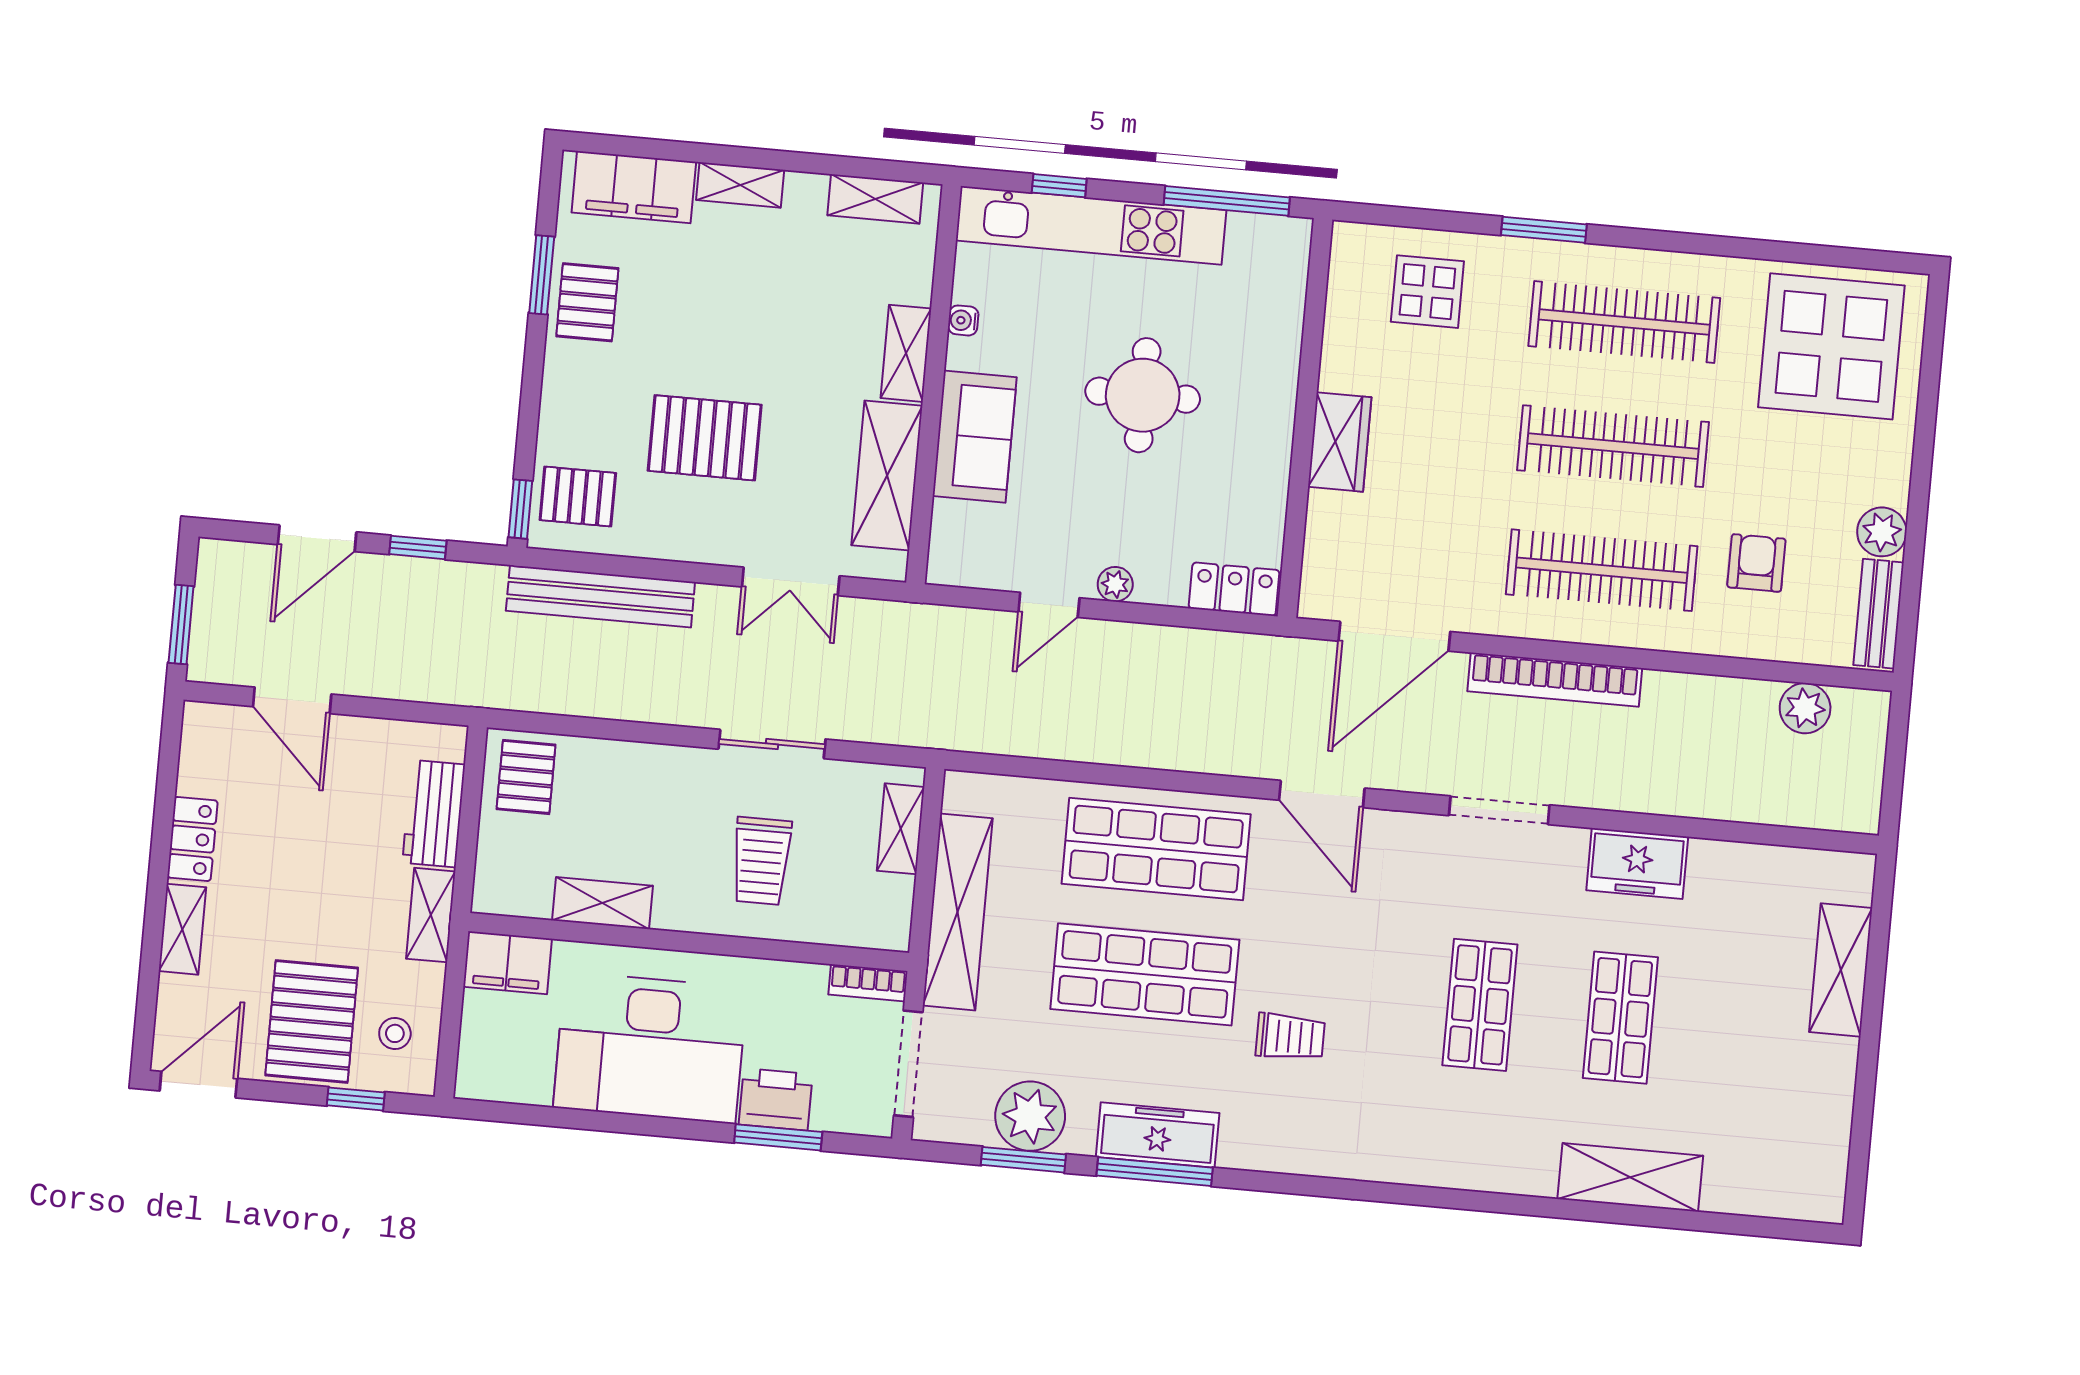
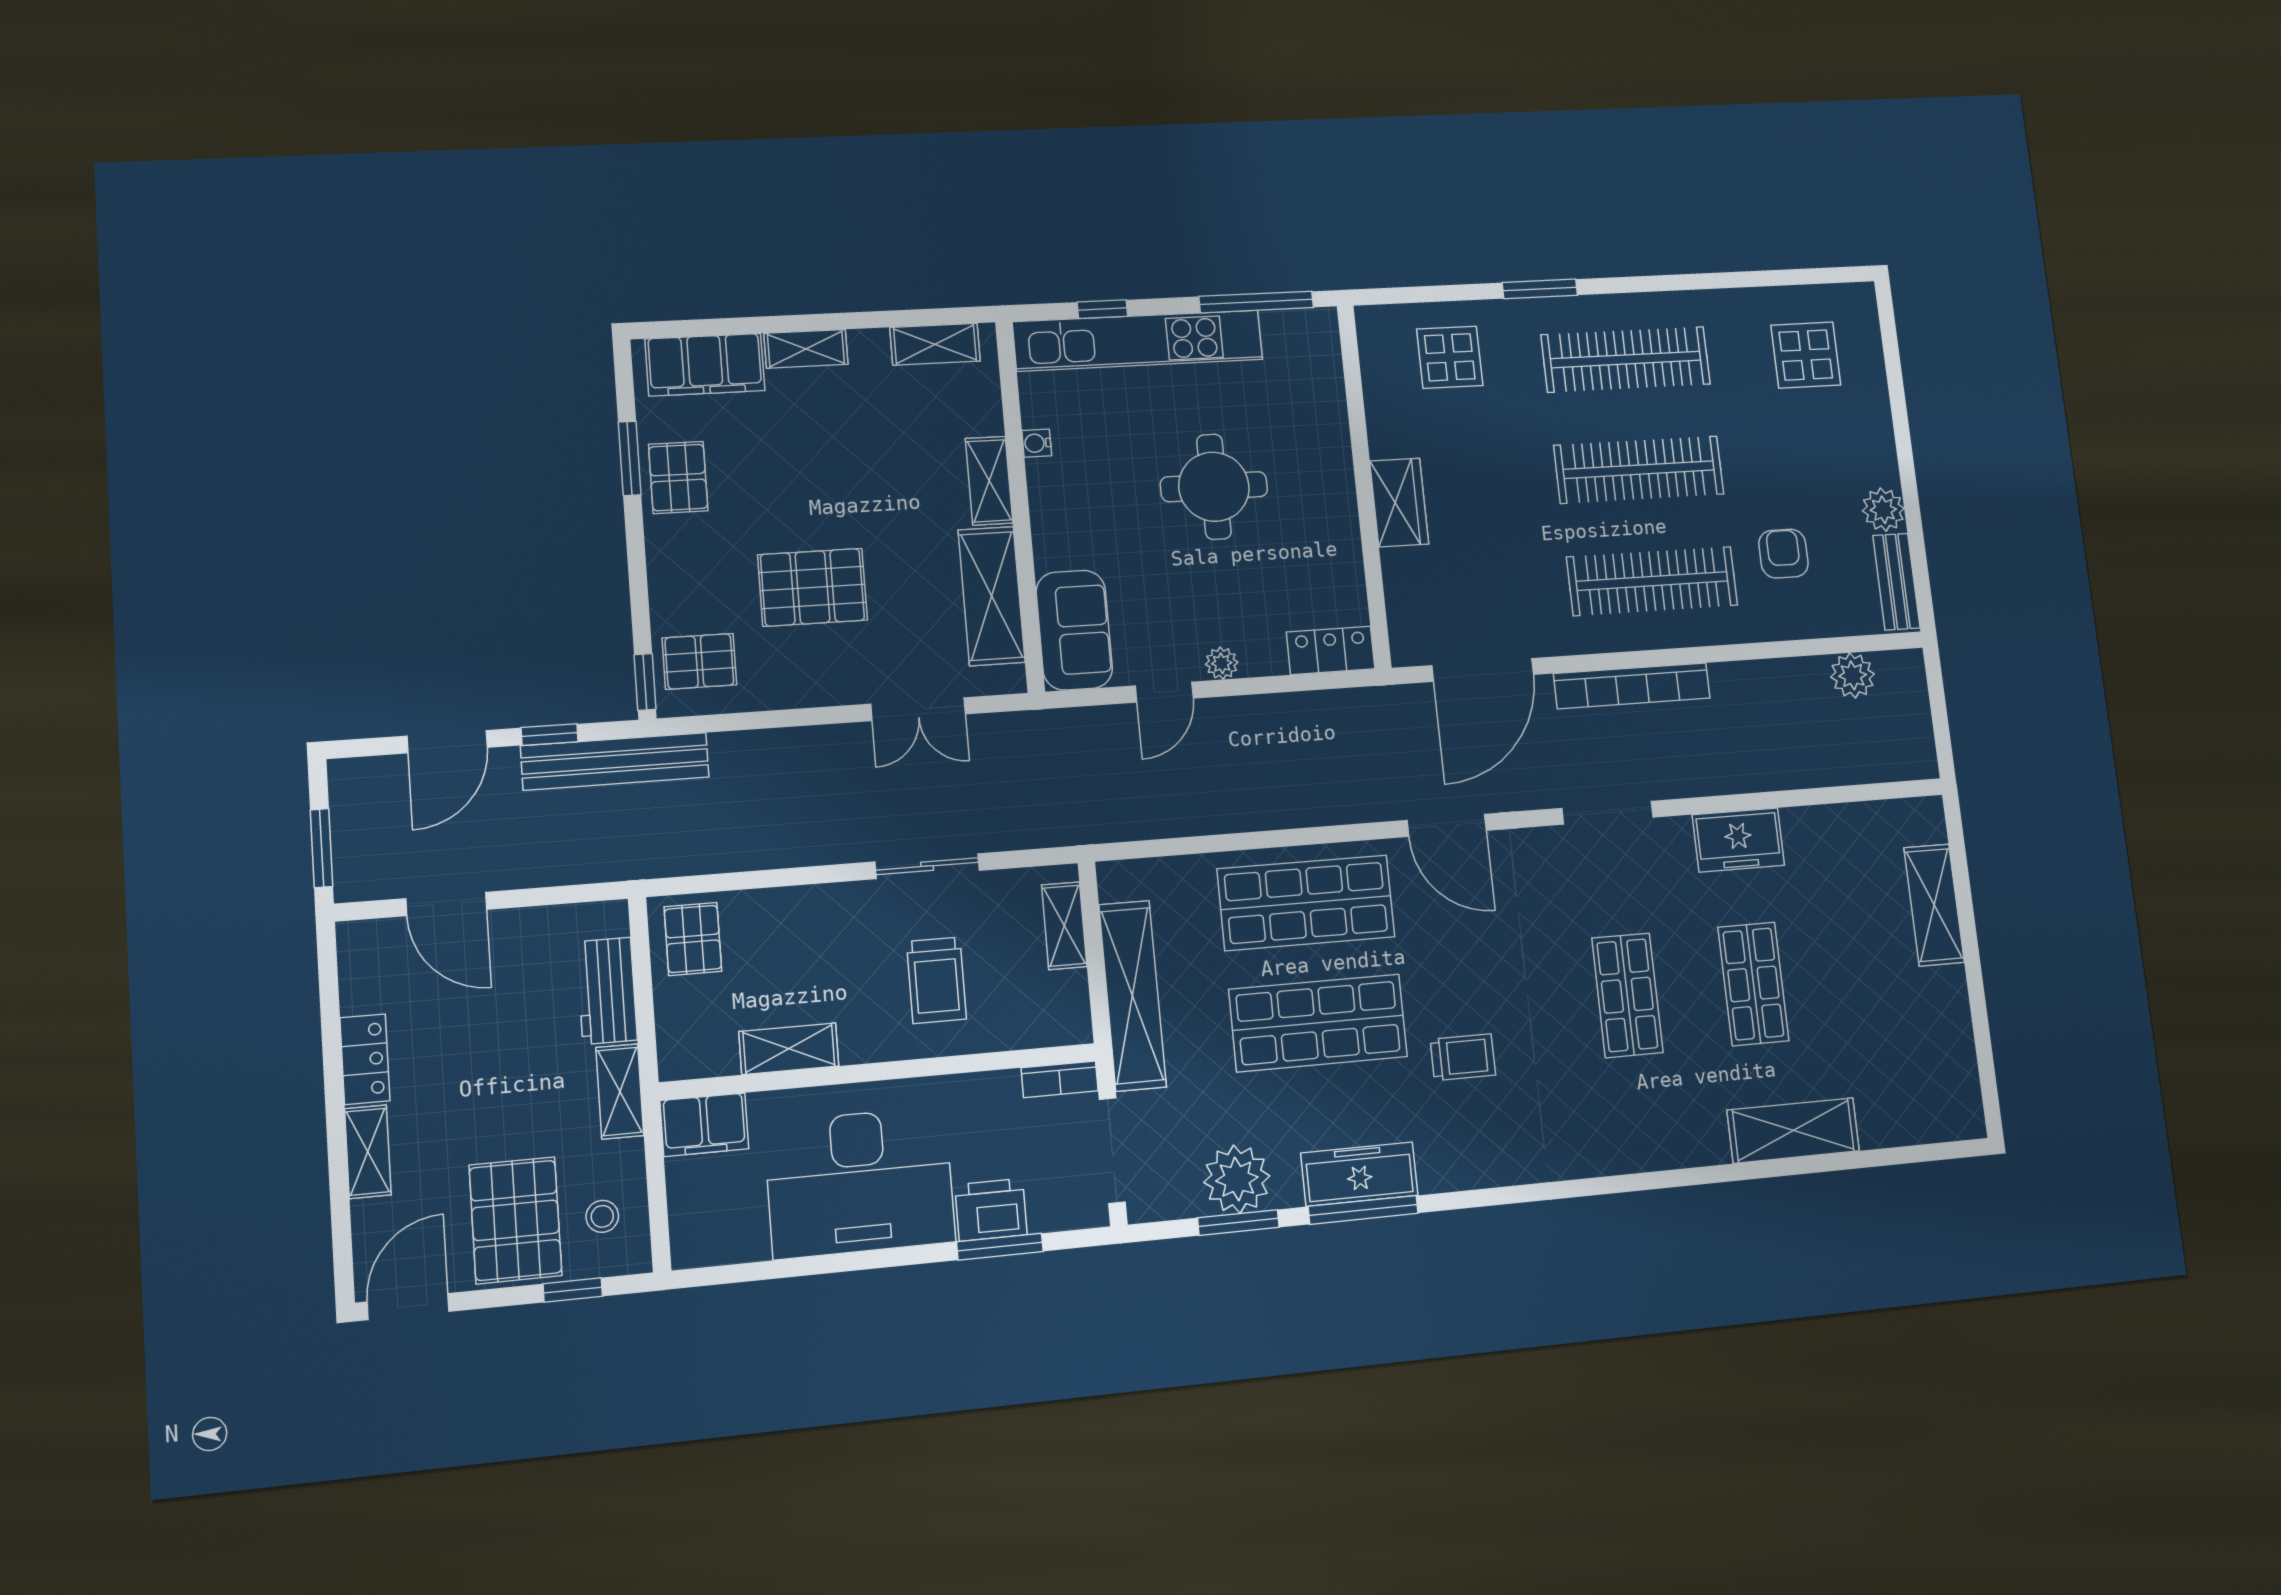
display table: (1831, 346) -> (1806, 355), width x0.54, depth x0.54
sofa: (975, 437) -> (1074, 630), moved
bench: (600, 596) -> (615, 761), moved

